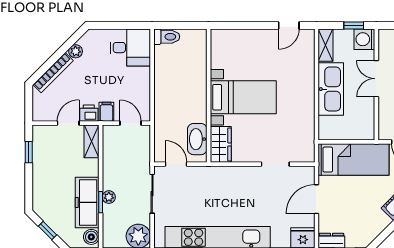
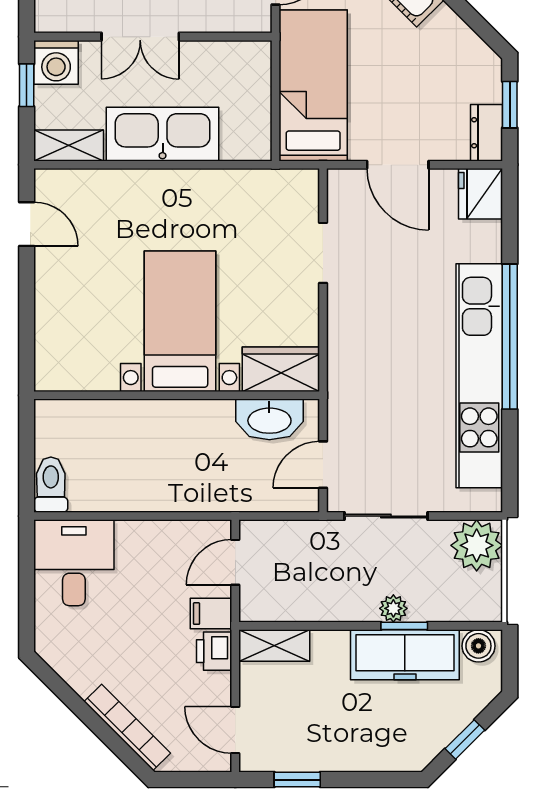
plant: (76, 51) -> (82, 679), removed
door: (68, 123) -> (235, 730), moved

